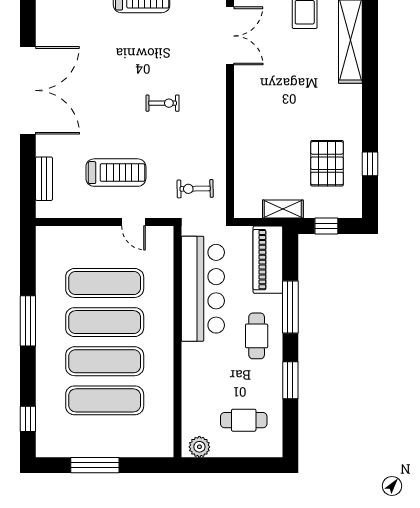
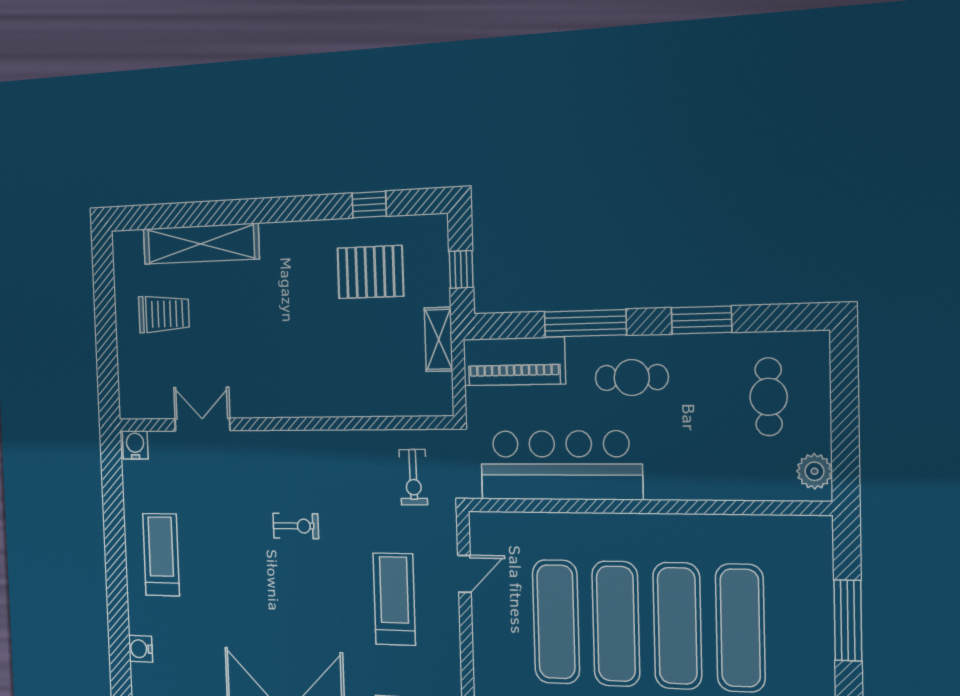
double door: (230, 36) -> (202, 425), width x0.73
exercise bike: (163, 103) -> (296, 526), turned 90
window: (95, 465) -> (848, 620), moved

